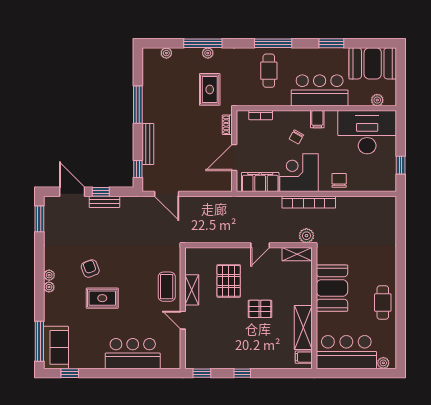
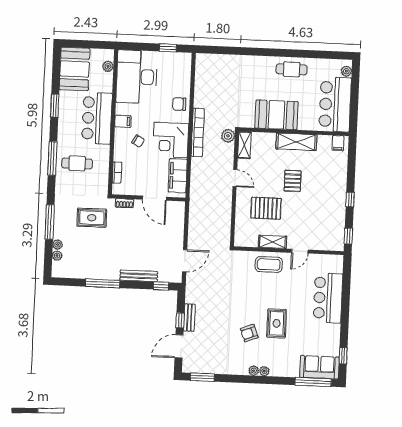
plant: (208, 53) -> (58, 245), moved
shelving: (303, 328) -> (296, 142), moved

